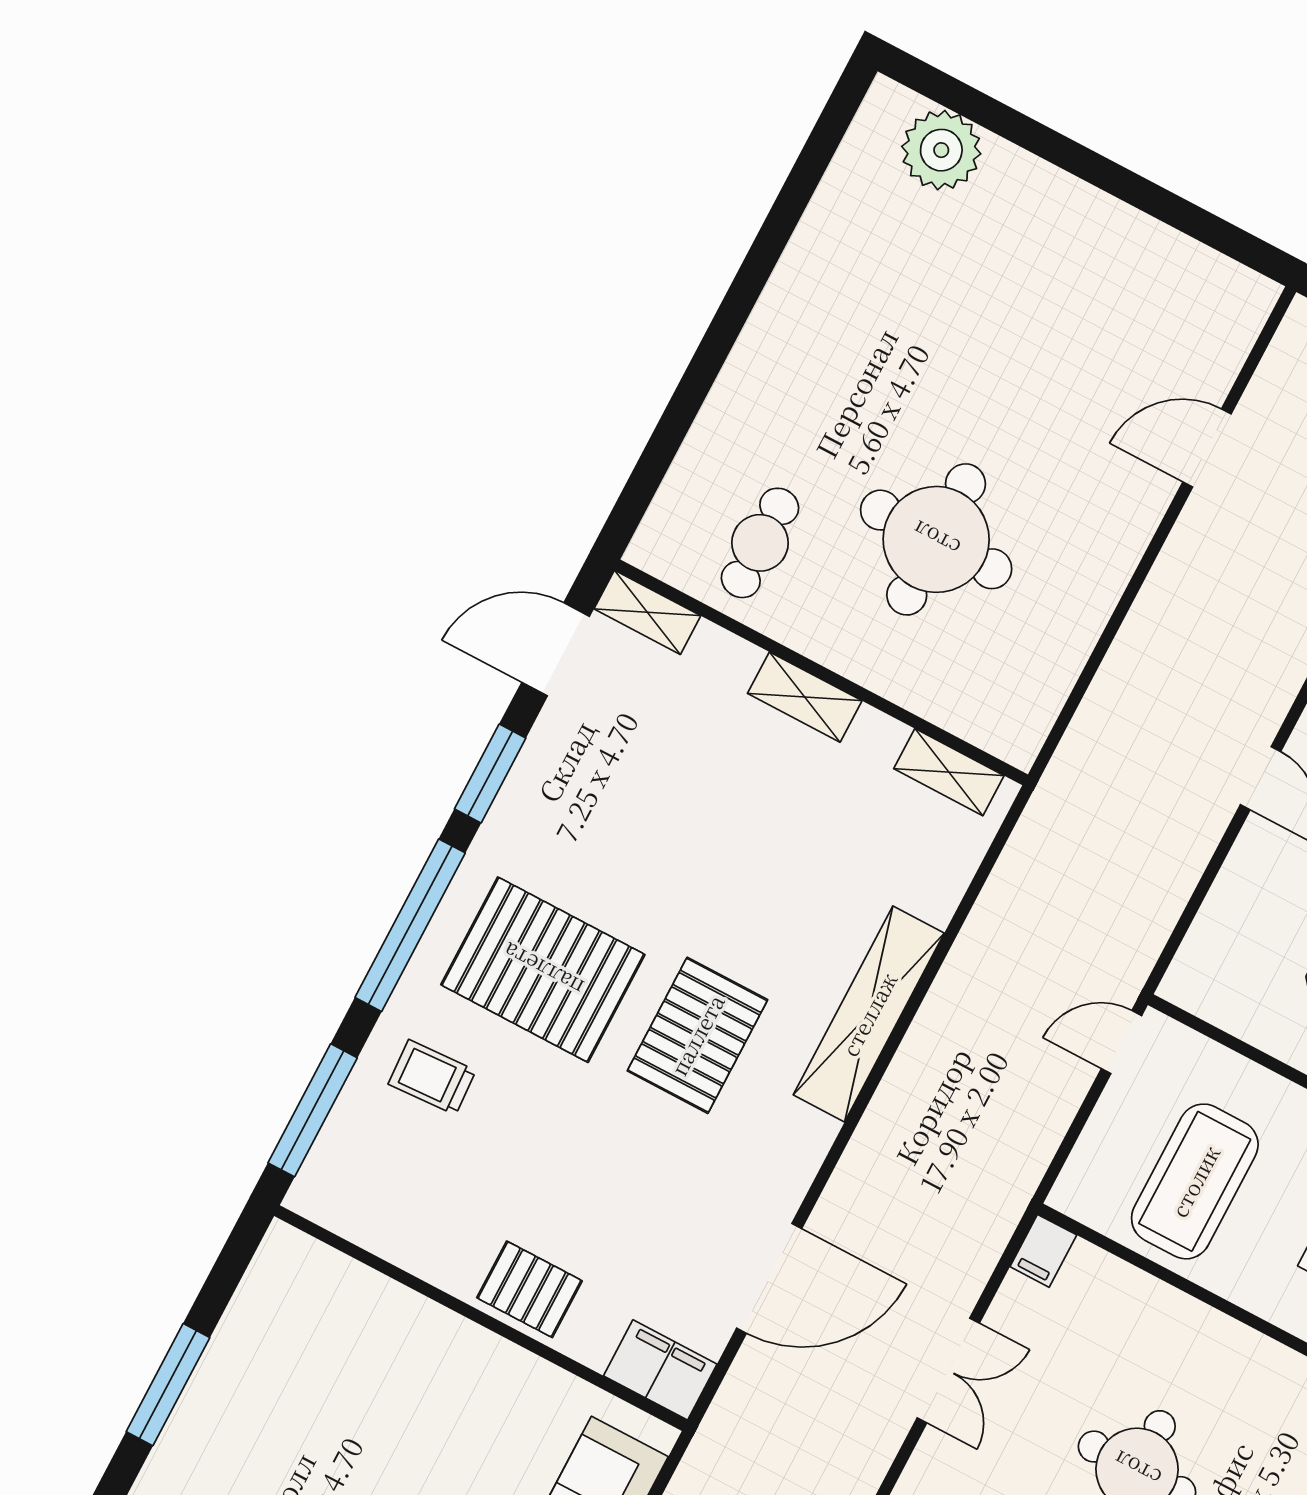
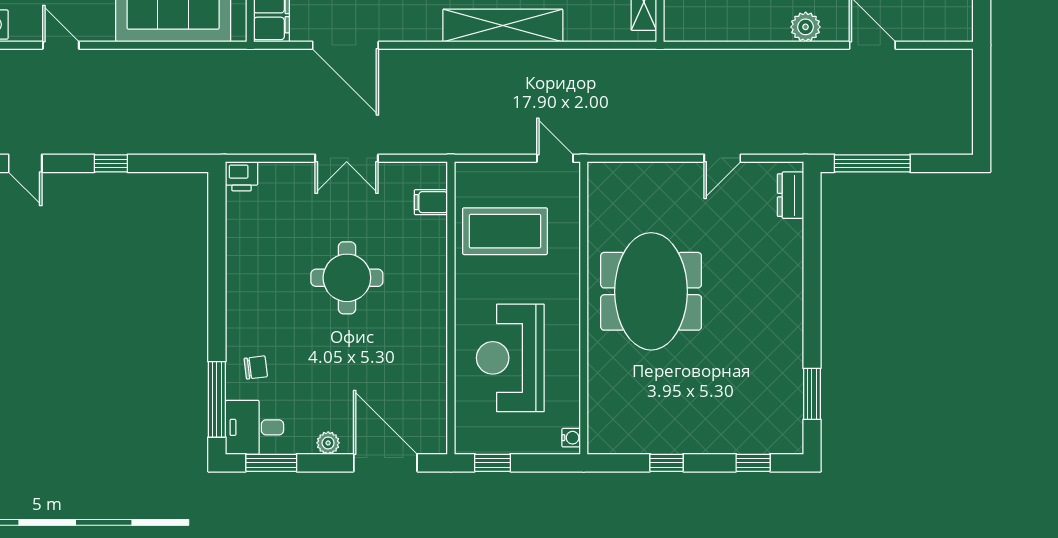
plant: (1123, 538) -> (806, 27), added
filing cabinet: (1043, 1251) -> (431, 202), moved

